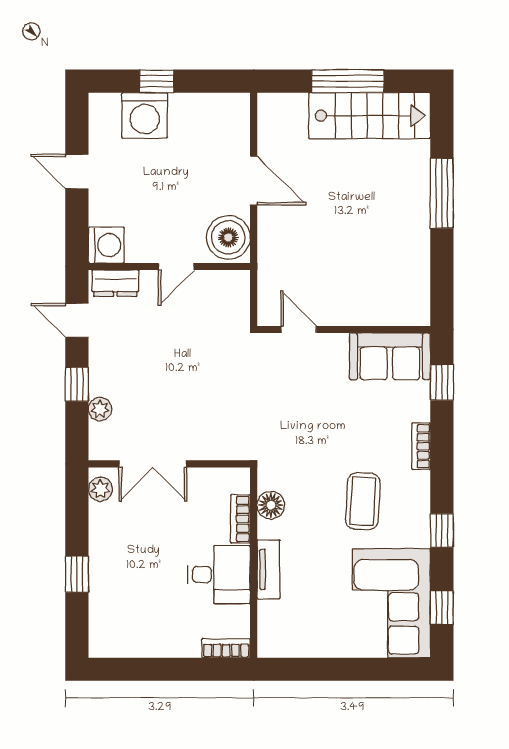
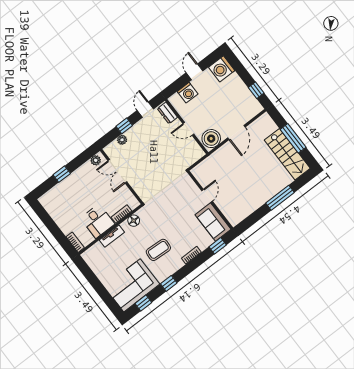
window: (157, 81) -> (256, 90), moved
washing machine: (145, 115) -> (222, 69), moved
washing machine: (106, 245) -> (188, 93), moved
door: (299, 329) -> (207, 196), moved

